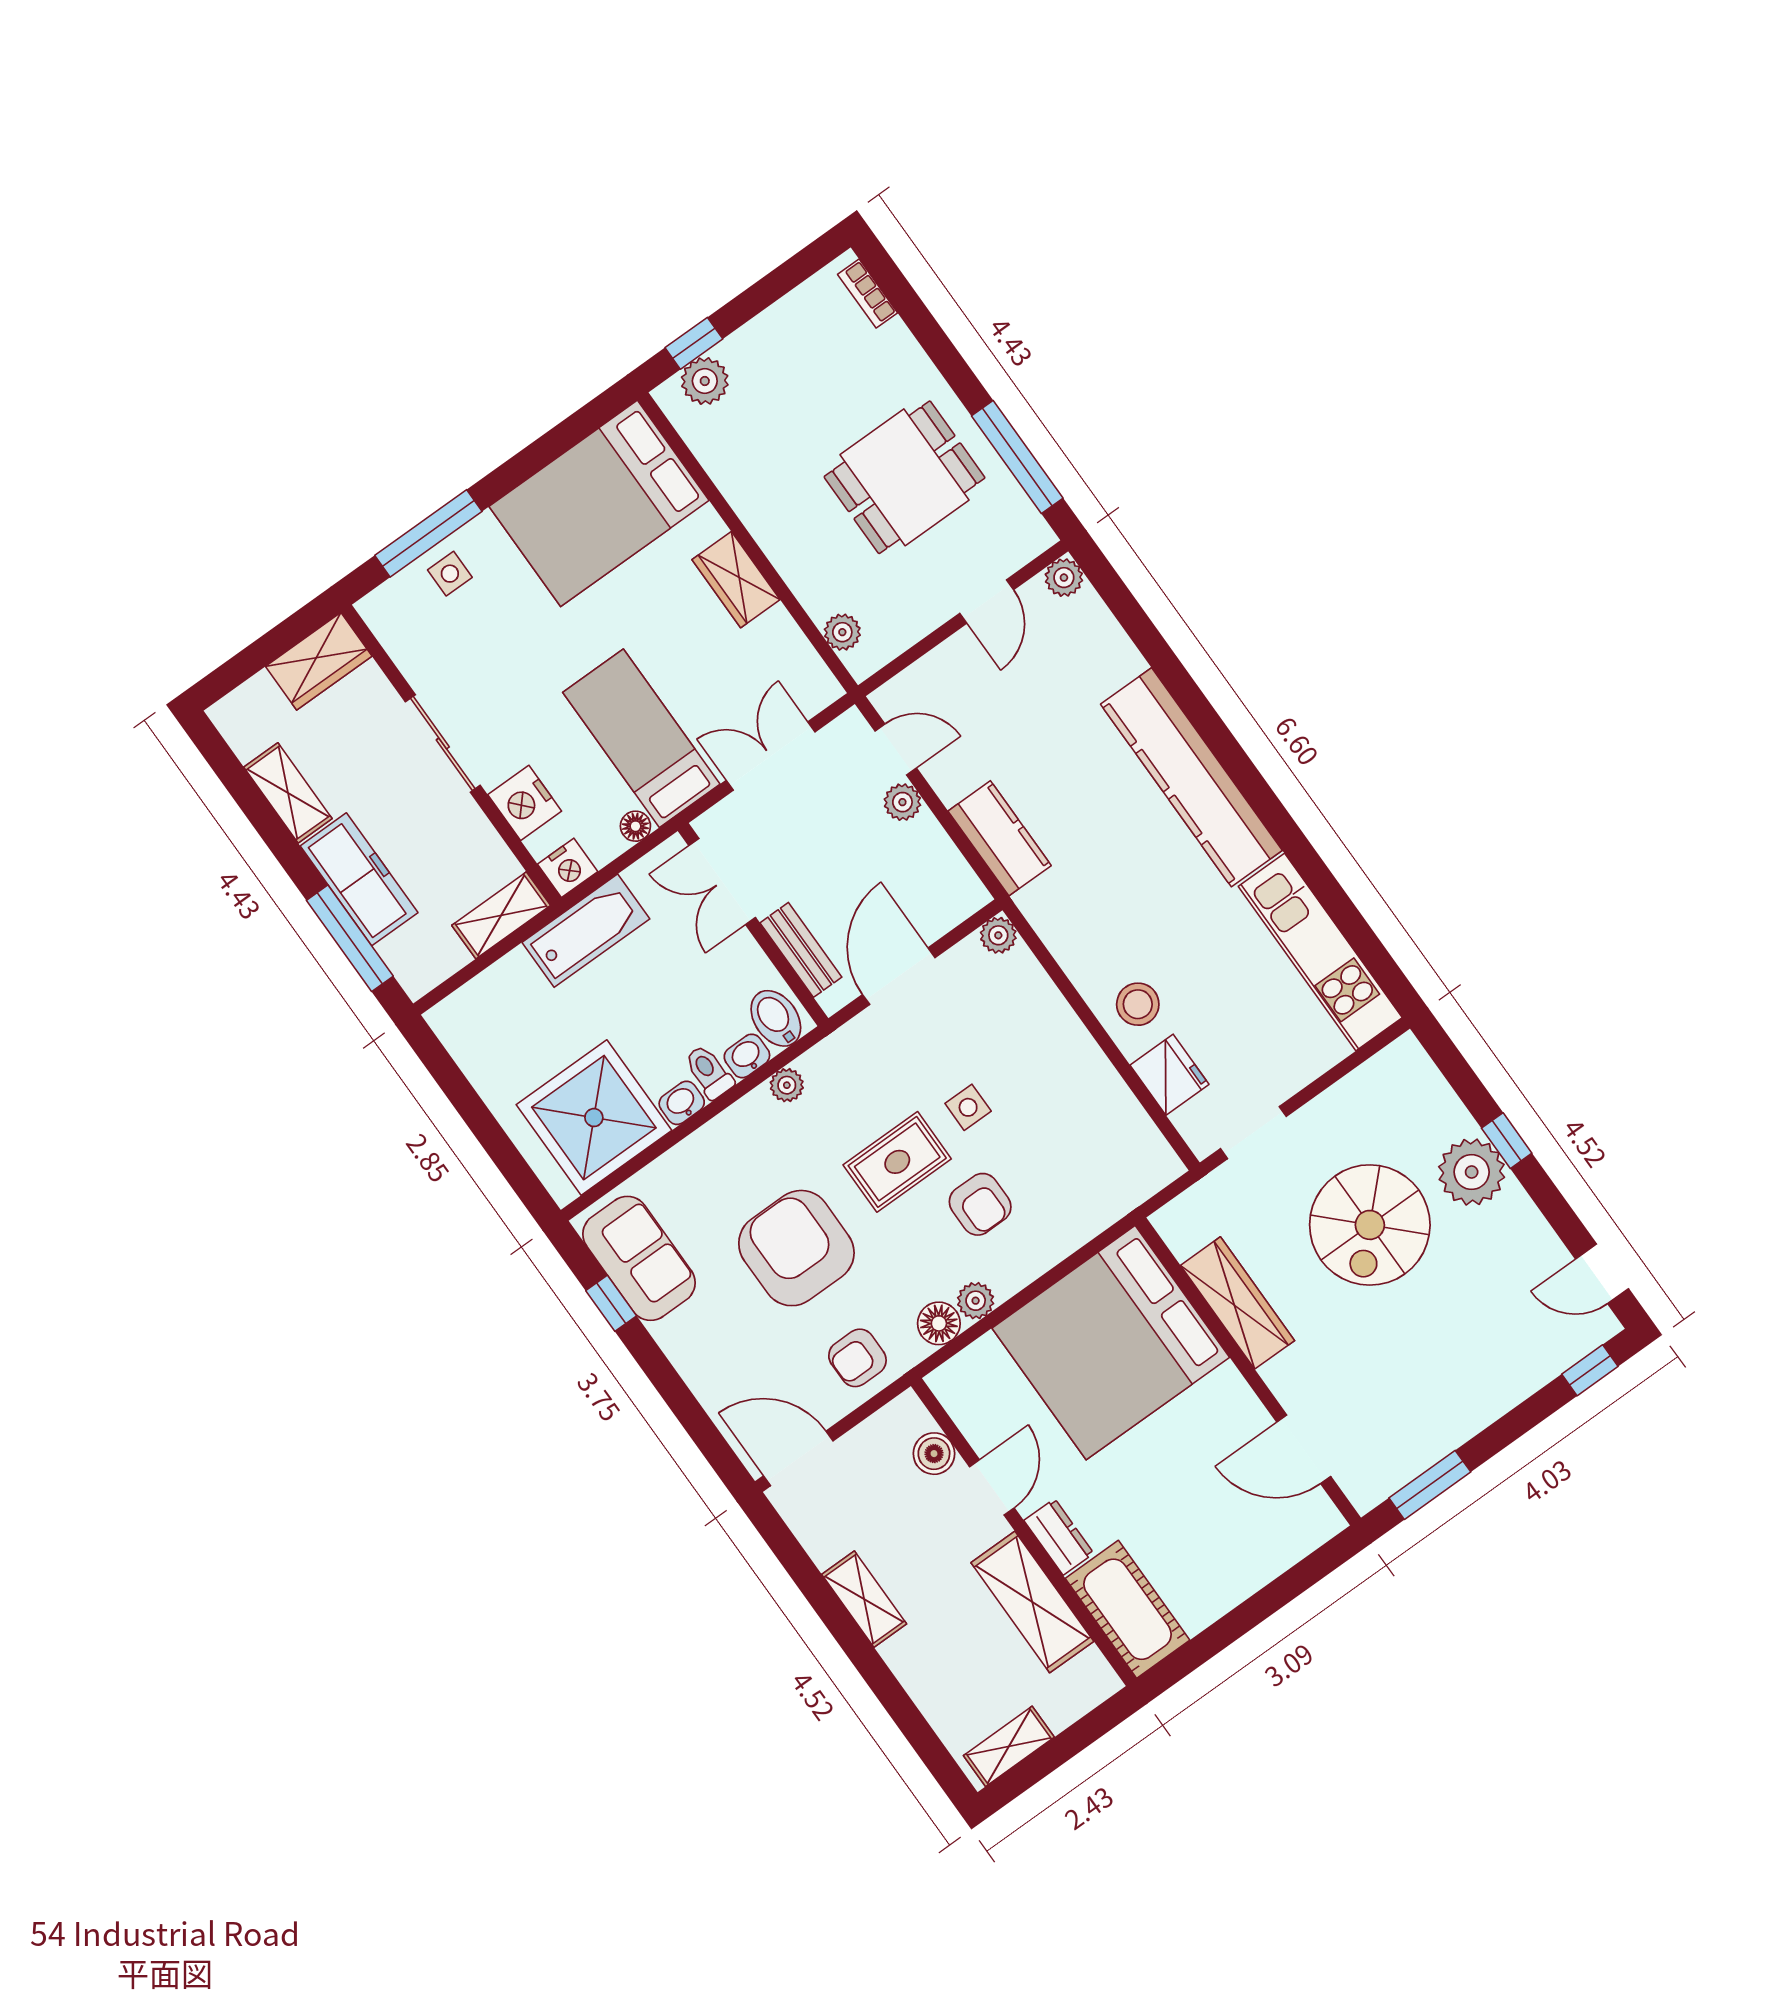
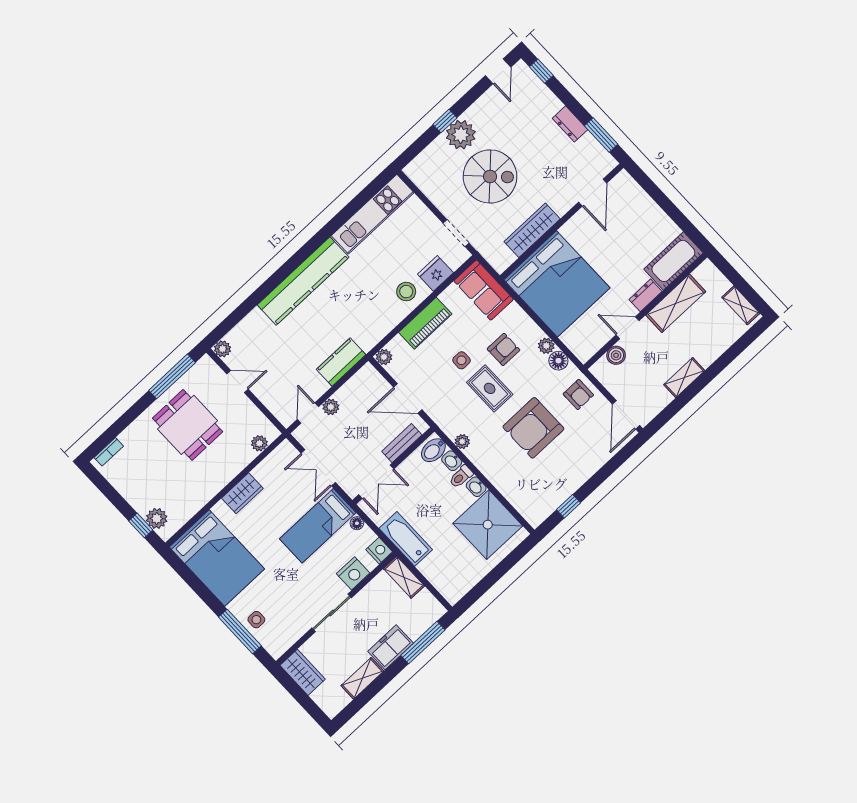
freezer: (359, 879) -> (391, 647), width x0.71
piano: (1062, 1037) -> (425, 323), added
sofa: (639, 1258) -> (484, 290), moved, turned -90
dresser: (1464, 1419) -> (570, 124), added

